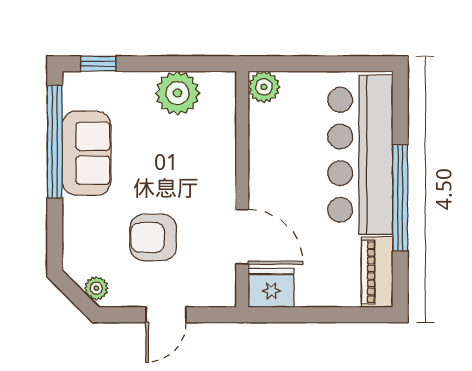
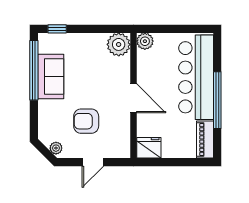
plant: (177, 93) -> (119, 44), moved
door: (242, 237) -> (133, 98), moved

